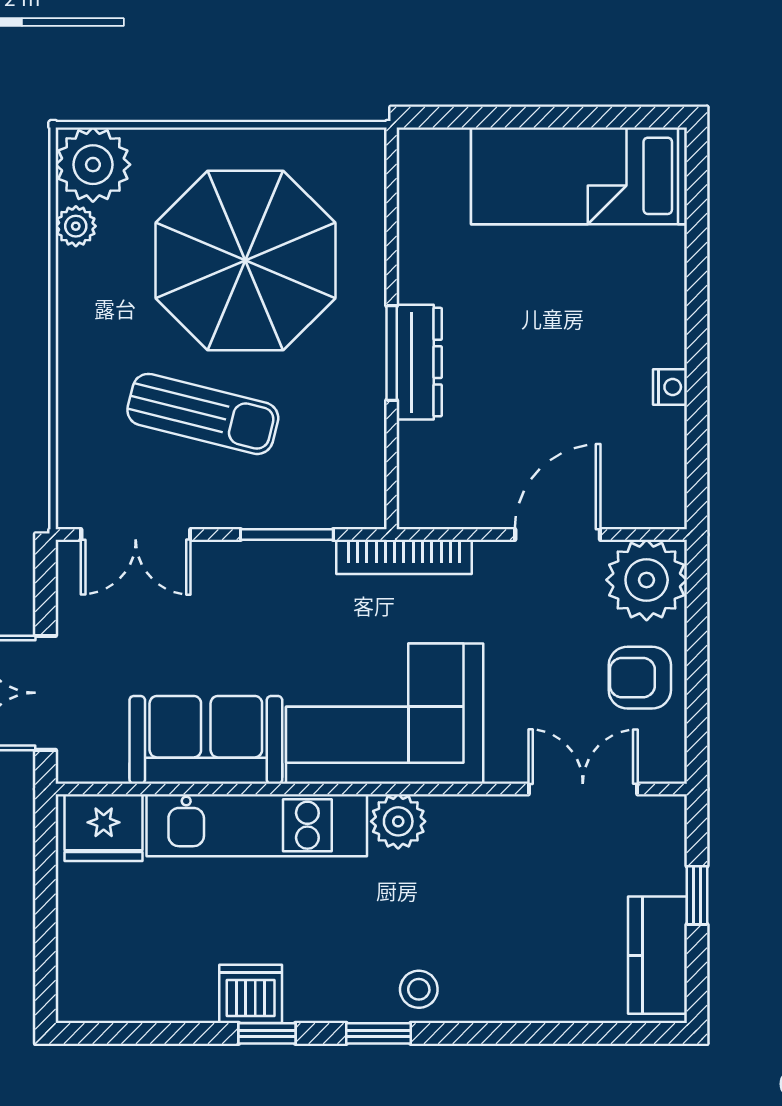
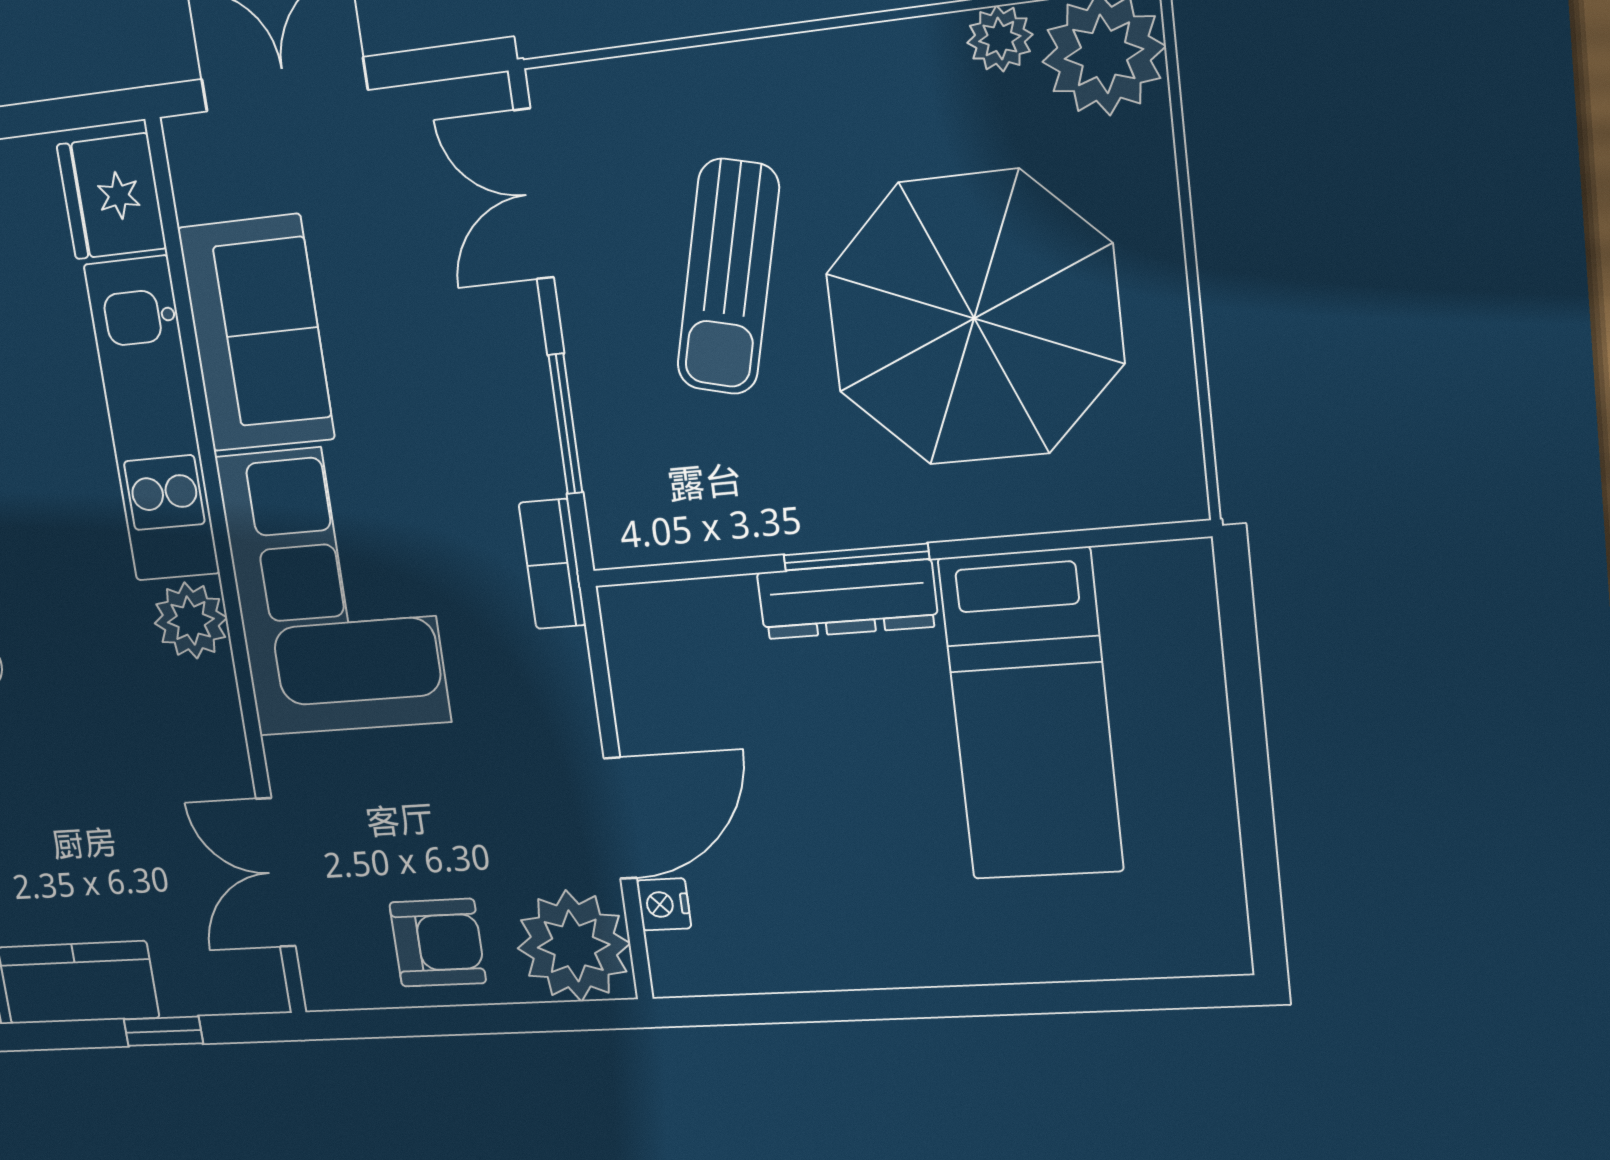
bed: (579, 176) -> (1031, 715), moved, turned 180
nightstand: (670, 387) -> (664, 904), moved, turned 90
door: (558, 535) -> (620, 818), hinge flipped
bookcase: (404, 557) -> (552, 564), width x0.64
armchair: (640, 678) -> (438, 943), turned 90
double door: (583, 789) -> (276, 873), swing flipped

